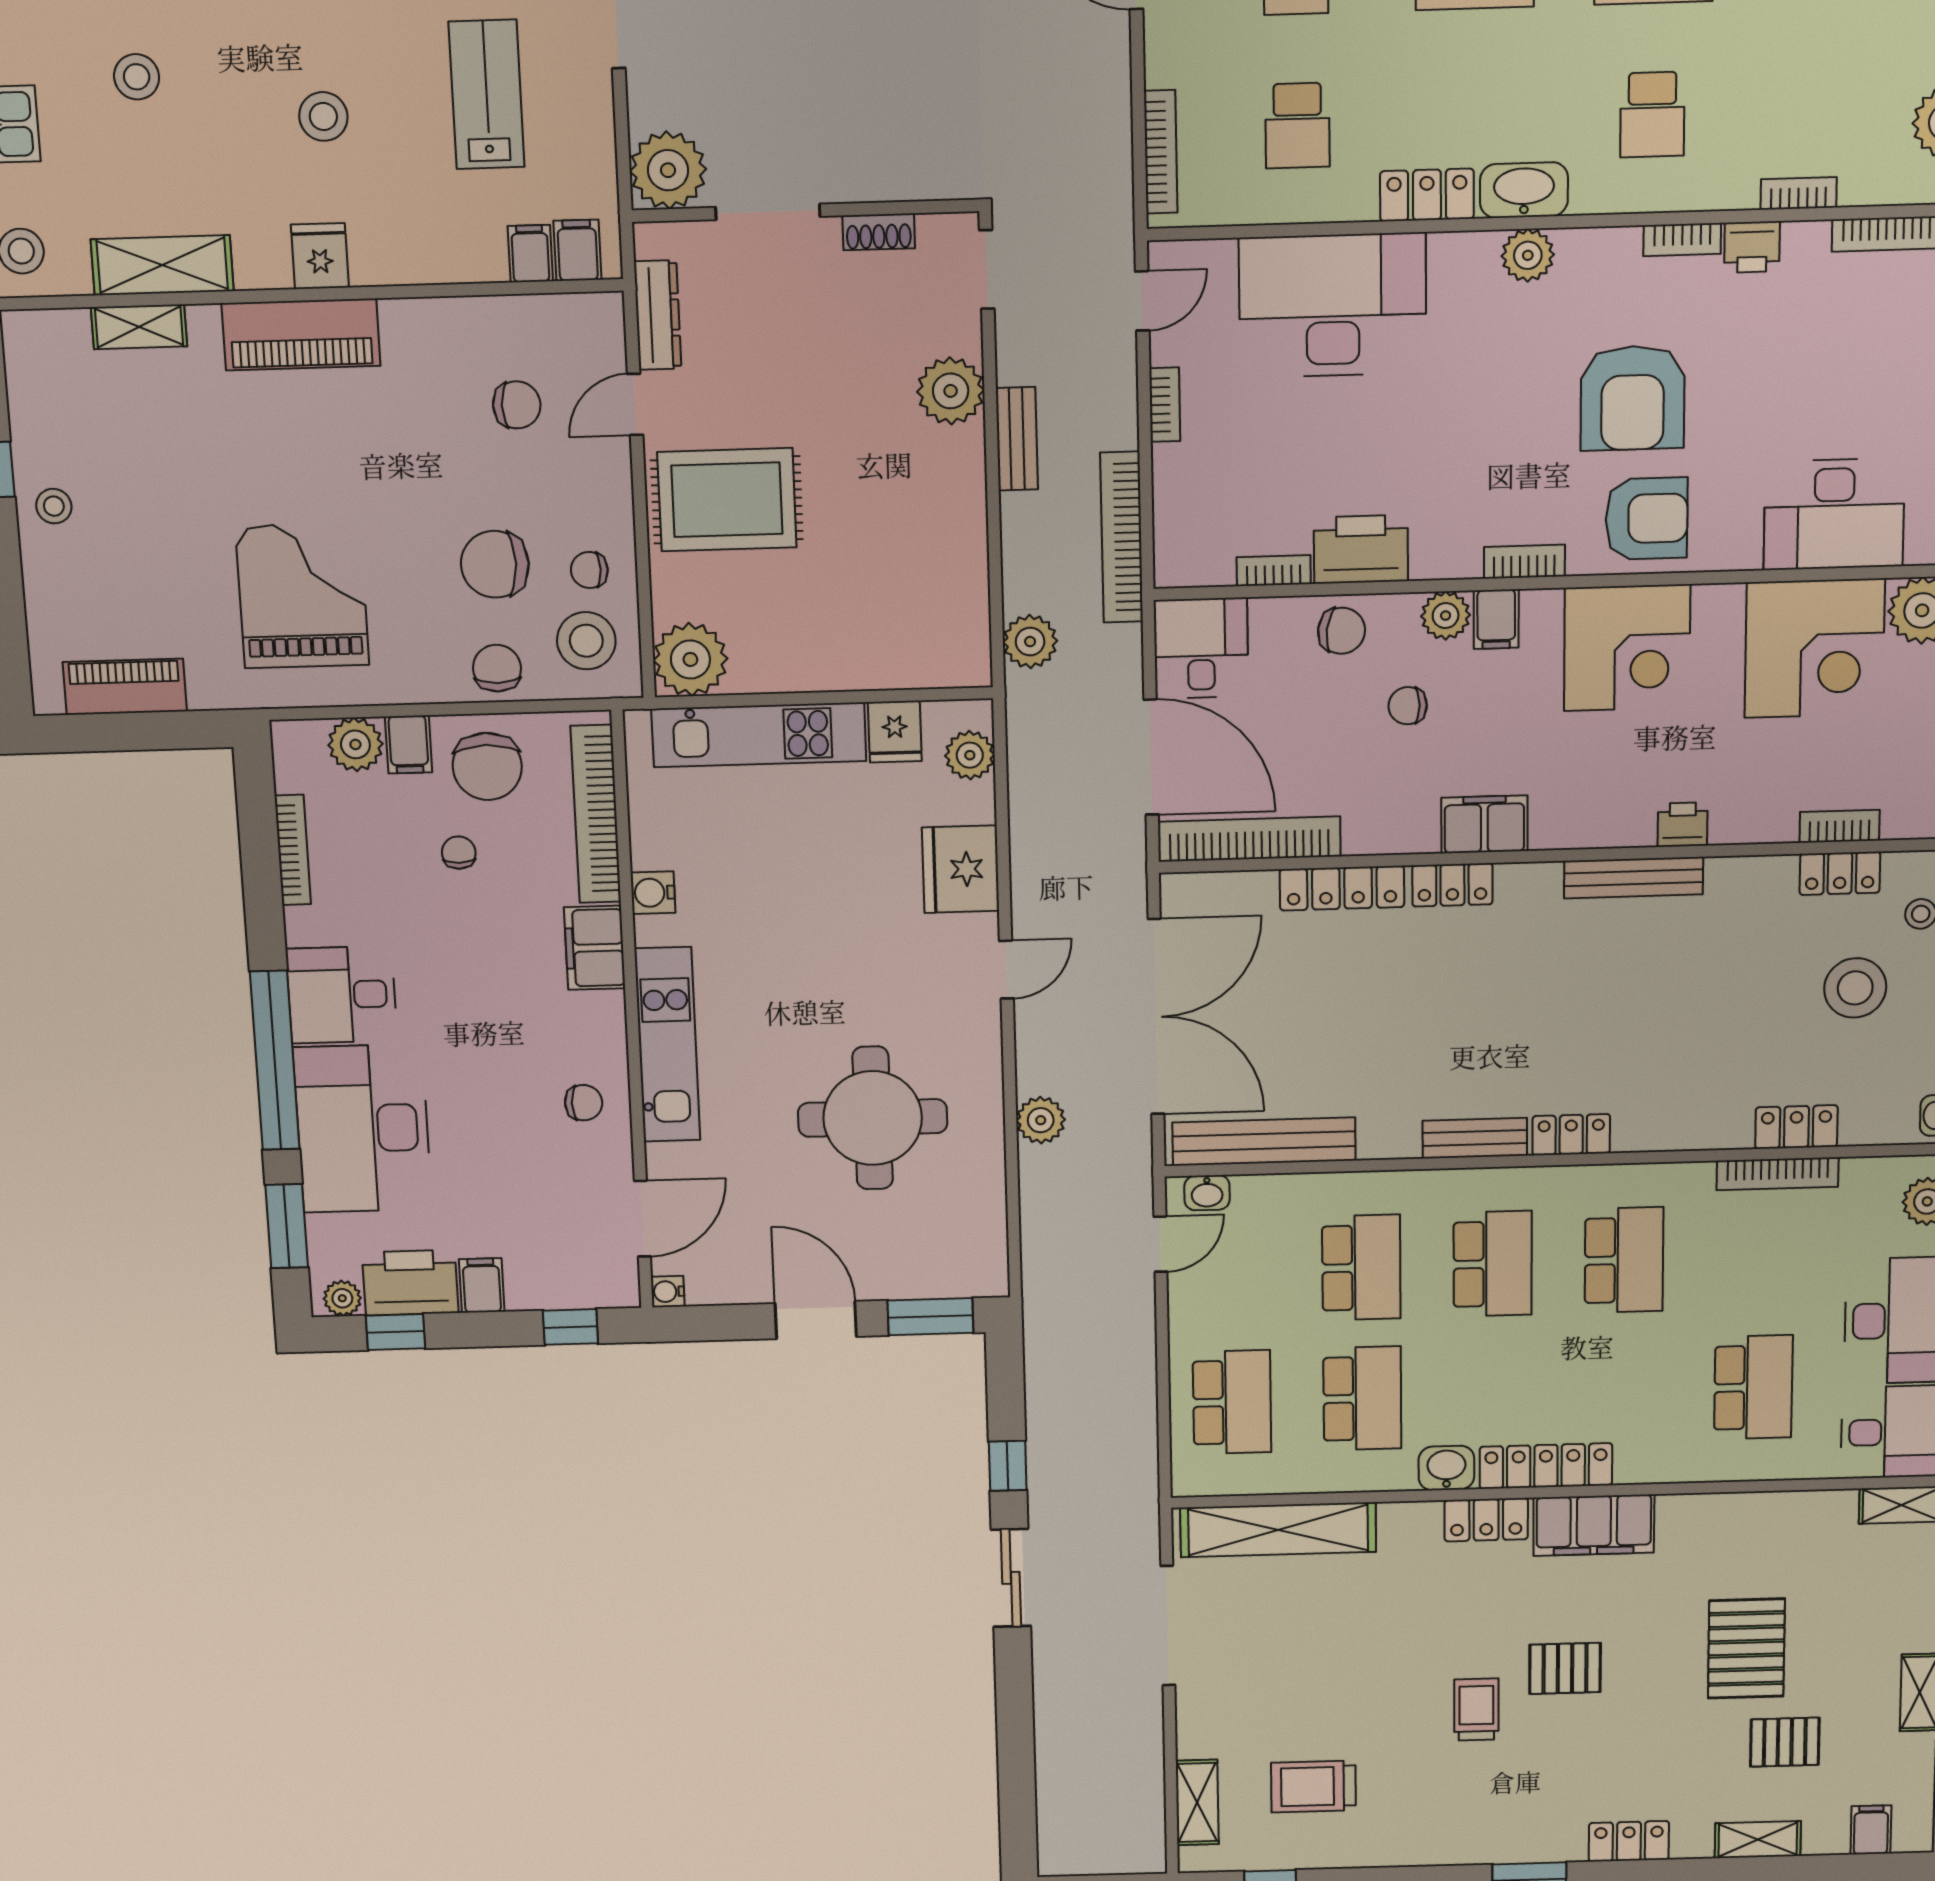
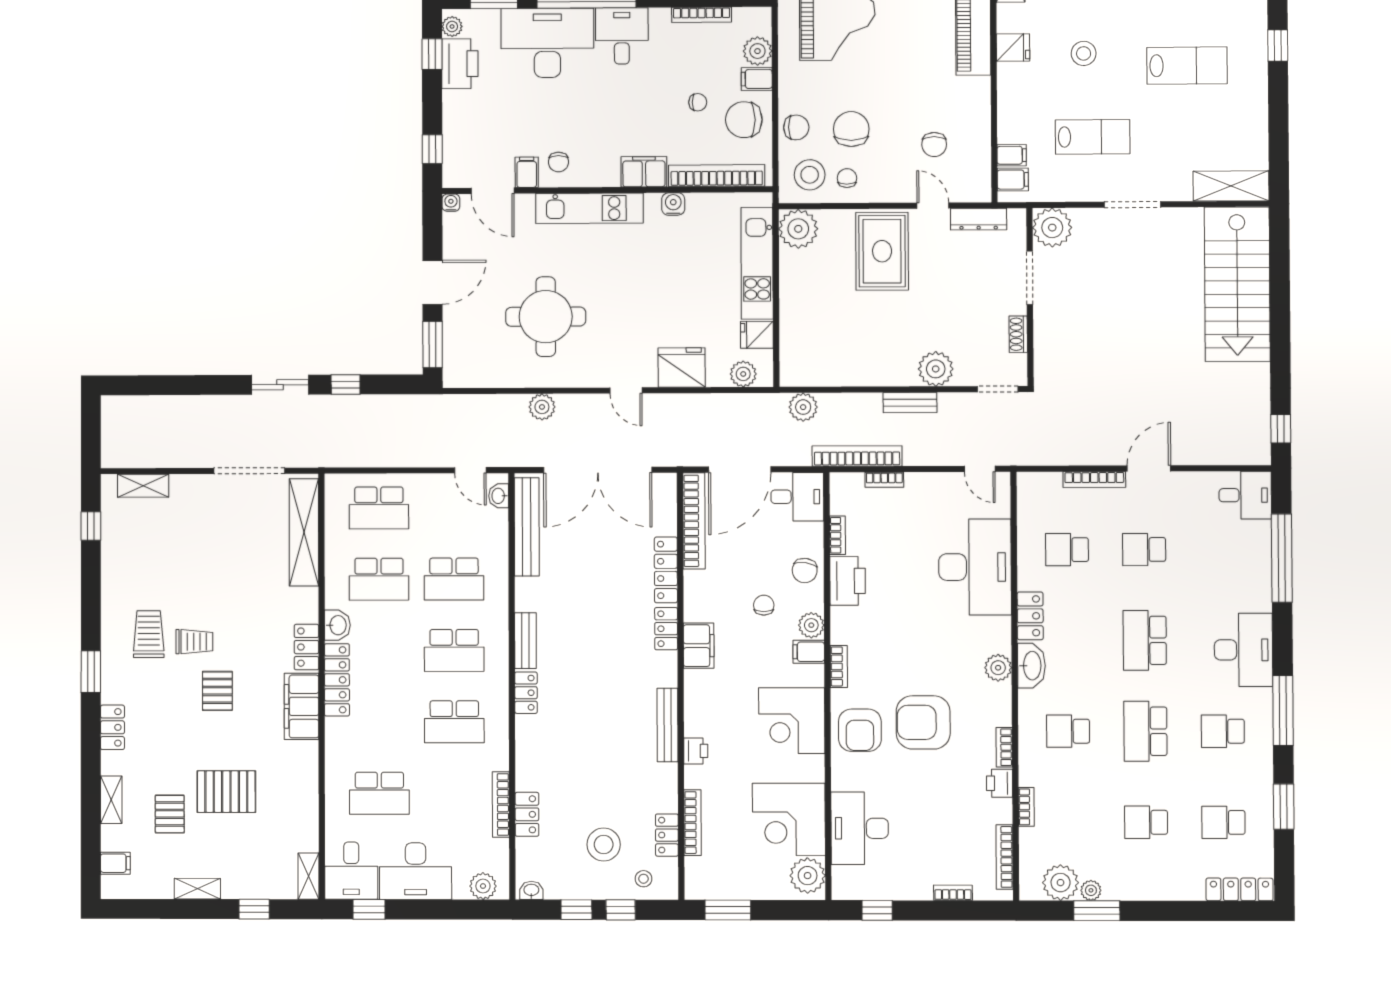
bookcase: (1161, 152) -> (1094, 479), moved
bookcase: (1165, 405) -> (884, 480), moved
bookcase: (1840, 826) -> (693, 823), width x1.56
filing cabinet: (482, 1285) -> (527, 172), moved, turned -90
trolley: (1313, 1786) -> (149, 634), moved

